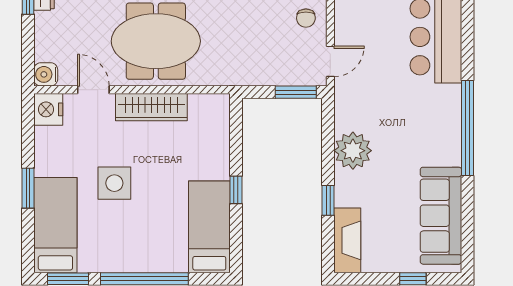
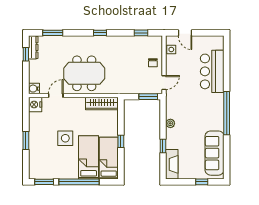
door: (93, 90) -> (56, 96), hinge flipped
wardrobe: (151, 107) -> (102, 103), moved
plant: (353, 151) -> (170, 123), width x0.53, depth x0.53
bed: (55, 225) -> (89, 157), moved

